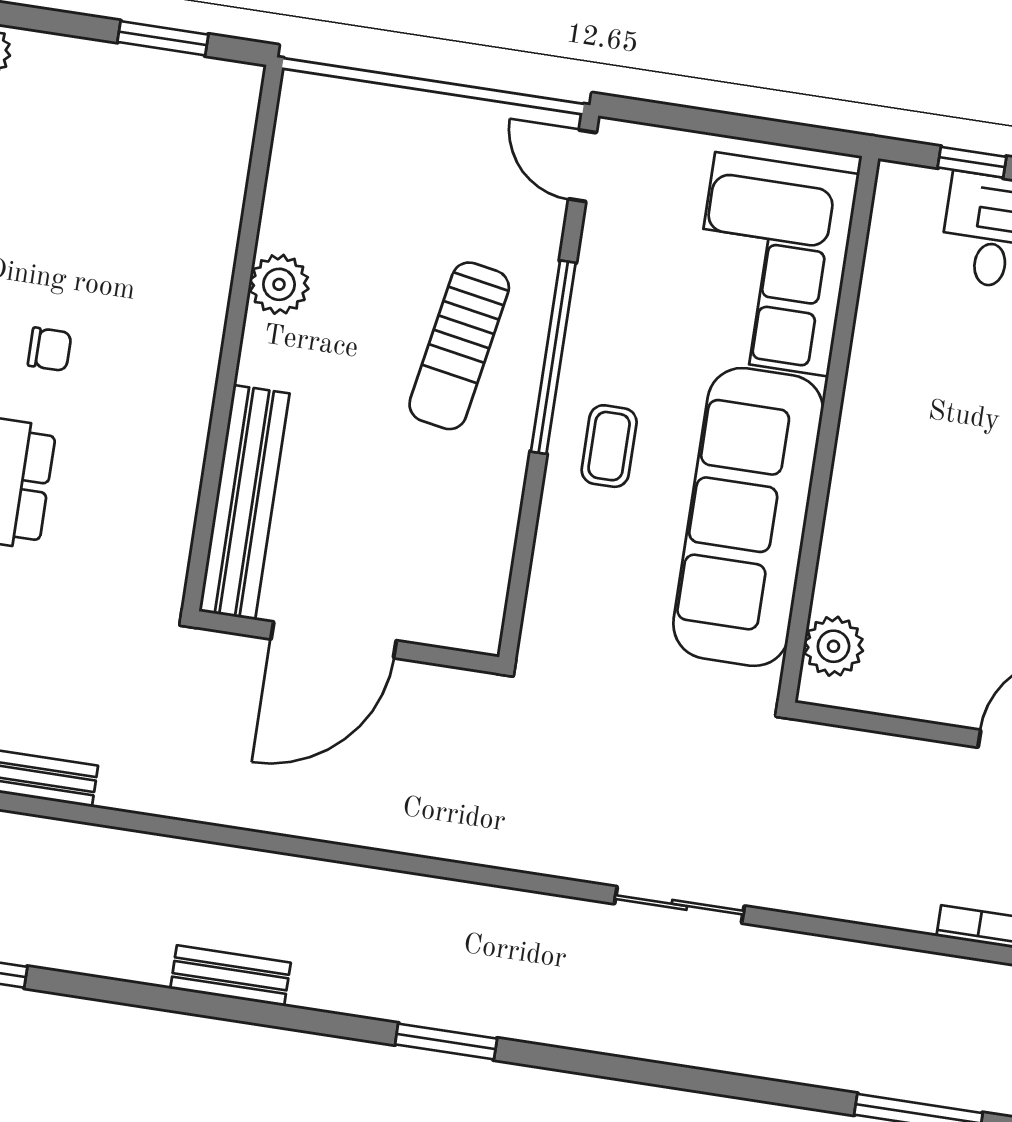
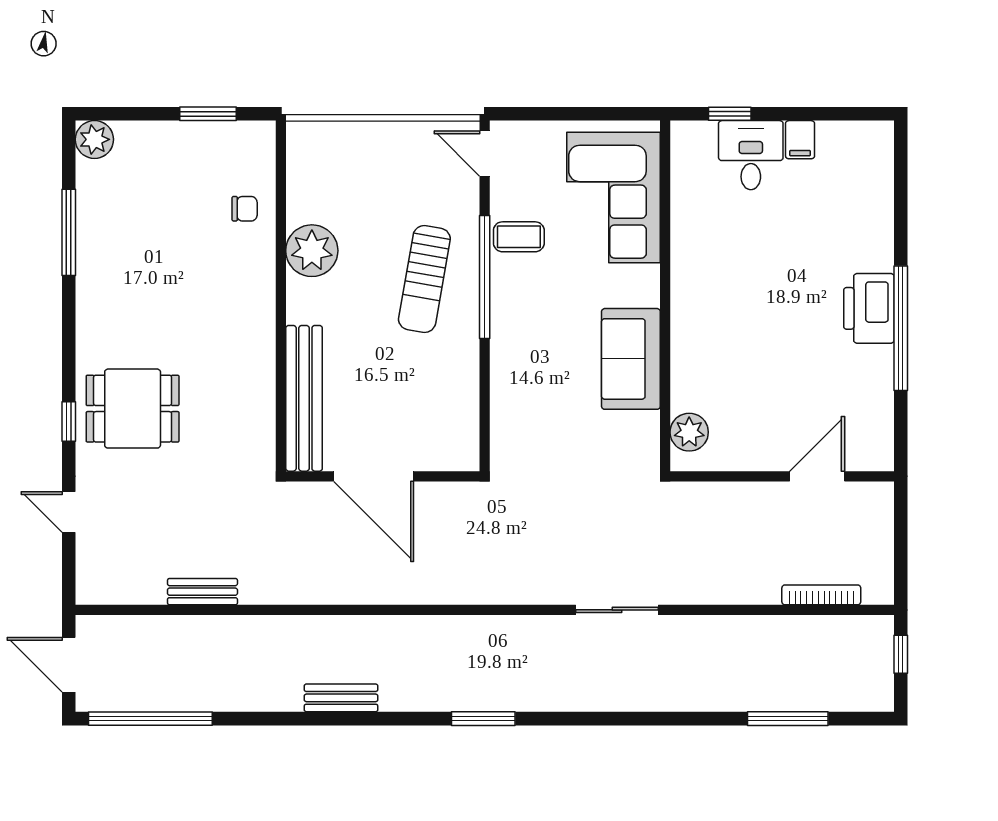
plant: (279, 284) -> (312, 251), width x1.36, depth x1.36
chair: (50, 349) -> (245, 209), moved
coffee table: (609, 446) -> (519, 237), moved, turned 90
sofa: (748, 517) -> (631, 359), width x0.54, depth x0.79
door: (334, 640) -> (374, 476), hinge flipped

